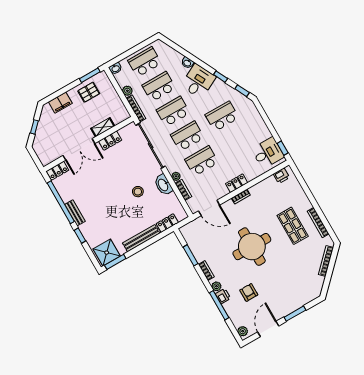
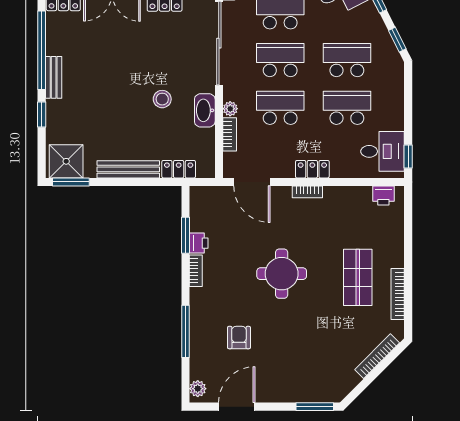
school desk: (236, 141) -> (347, 108), added
round table: (252, 247) -> (282, 274), width x0.73, depth x0.73
plant: (216, 286) -> (197, 302), removed
printer: (223, 296) -> (199, 243), moved
window: (295, 314) -> (315, 407), moved

